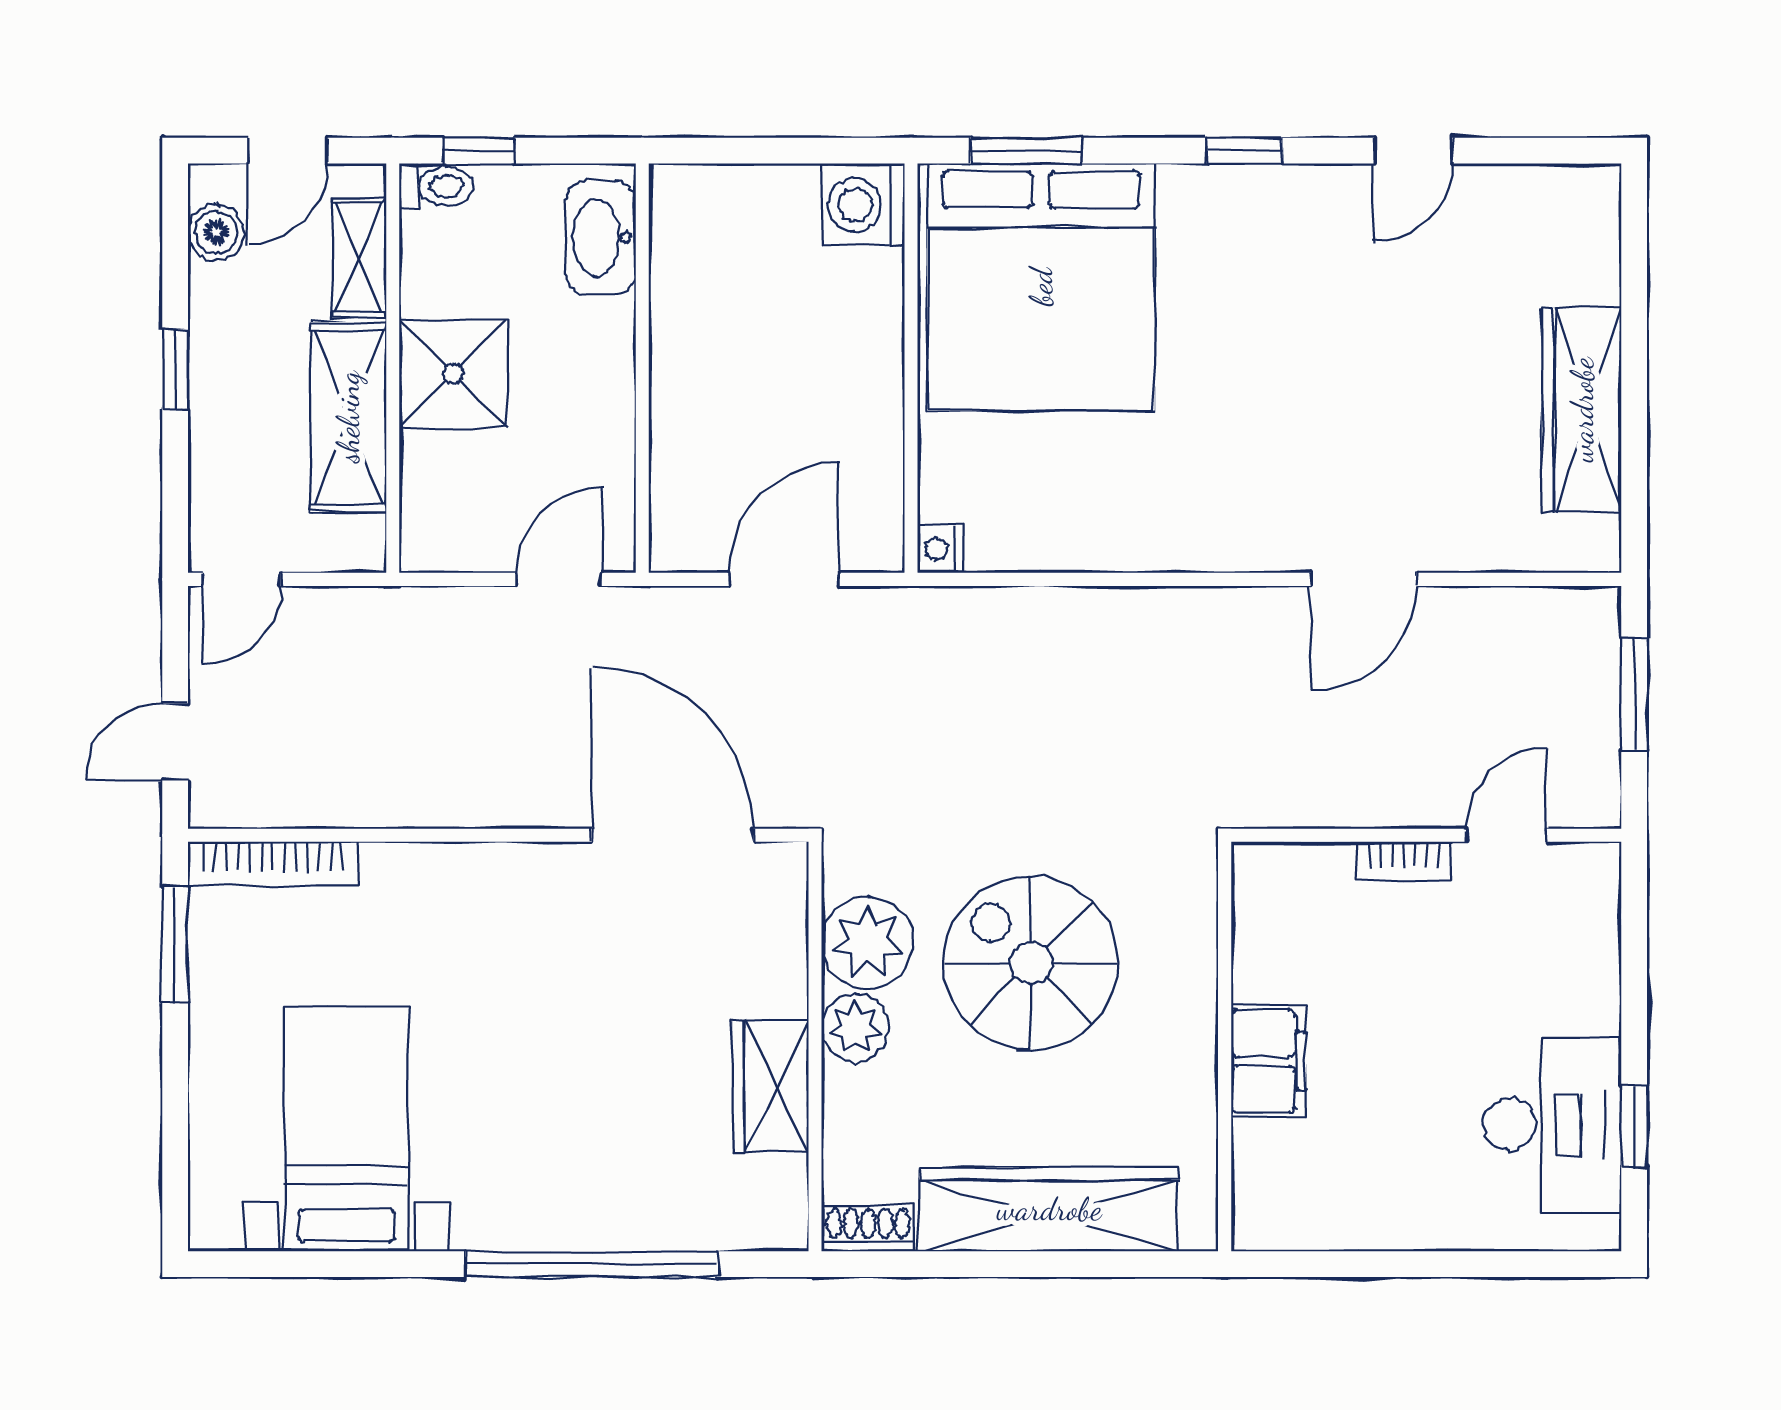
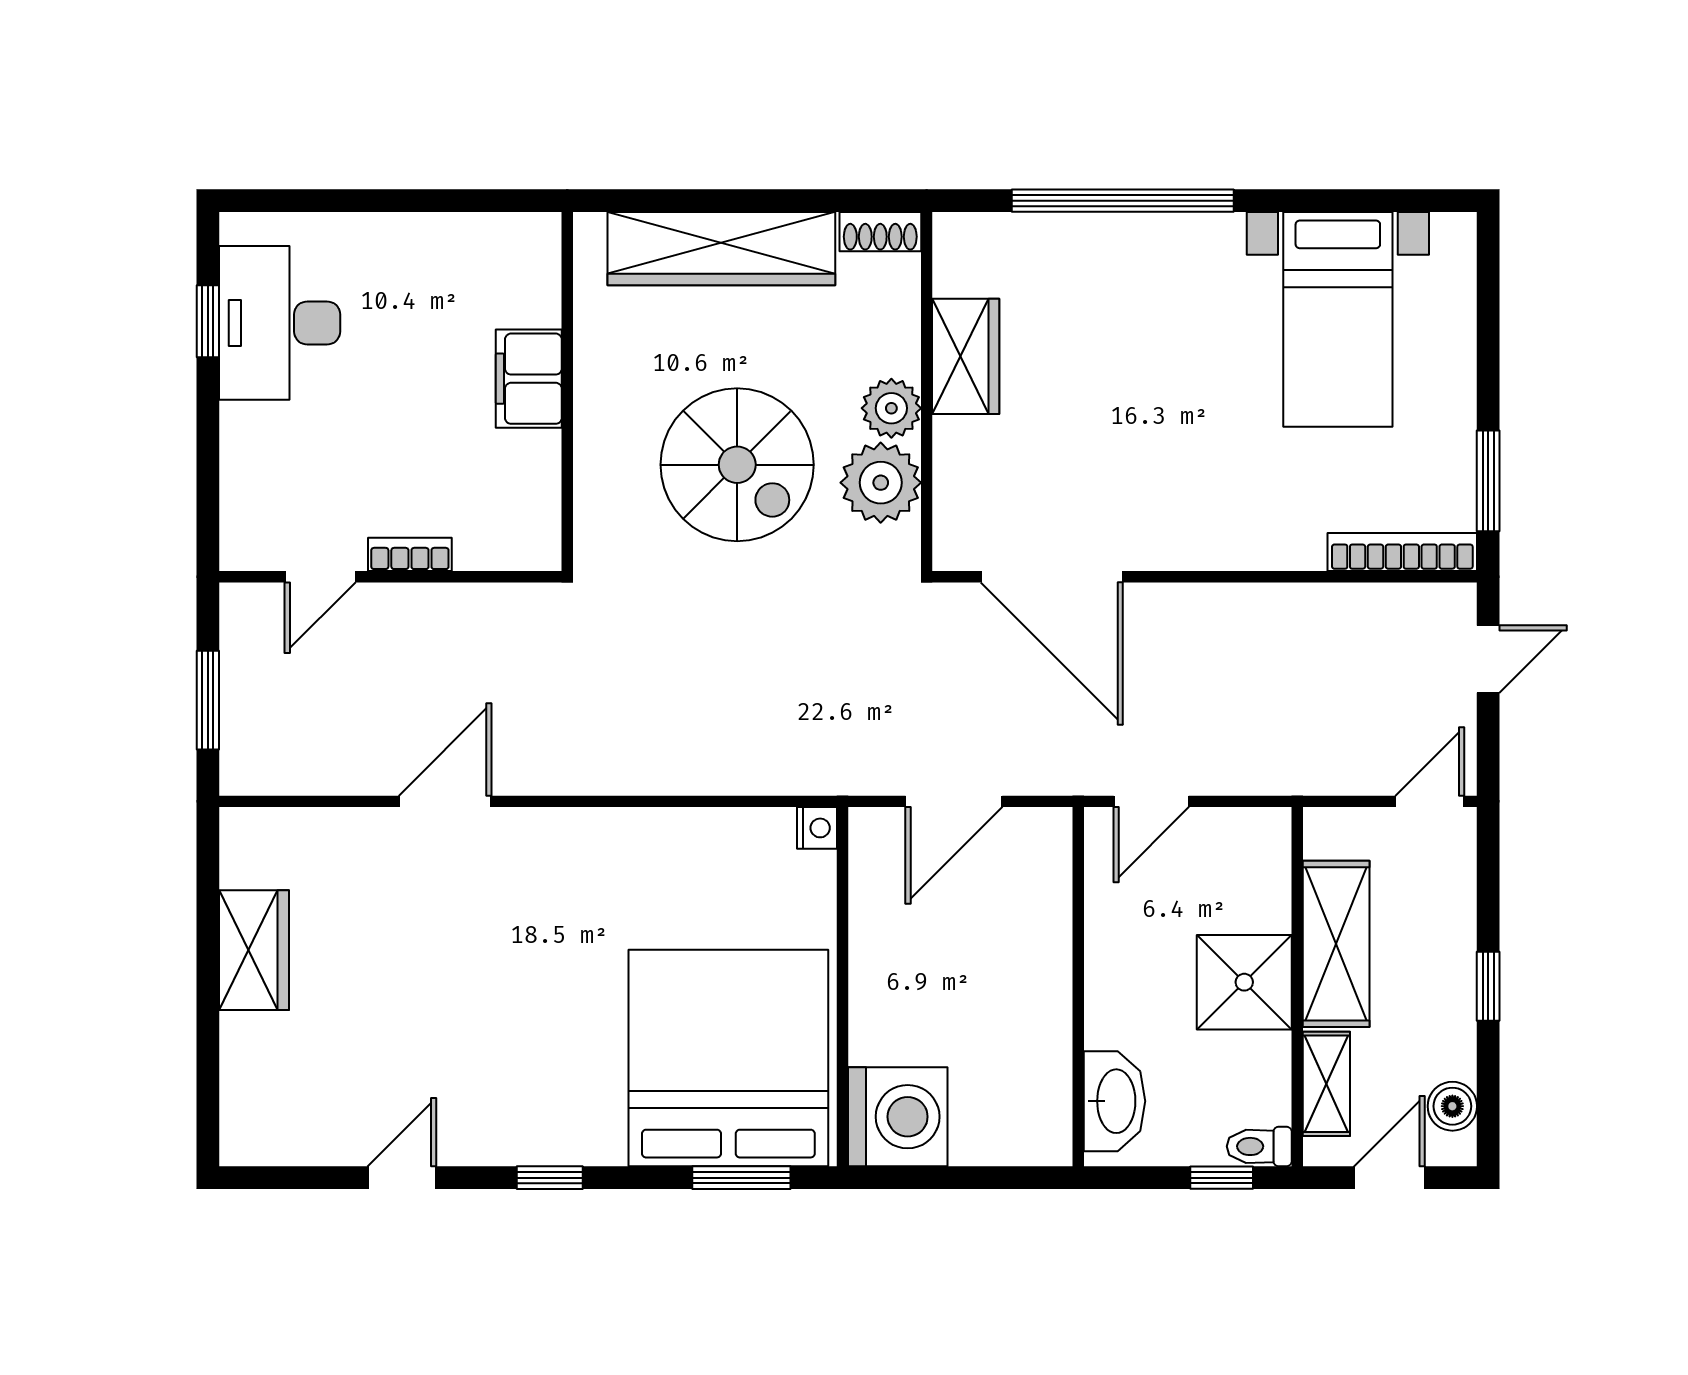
washing machine: (863, 205) -> (898, 1117), width x1.37, depth x1.37
wardrobe: (1582, 410) -> (254, 950), width x0.67

